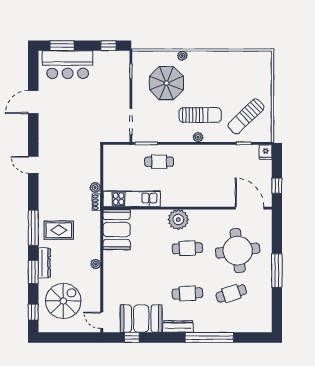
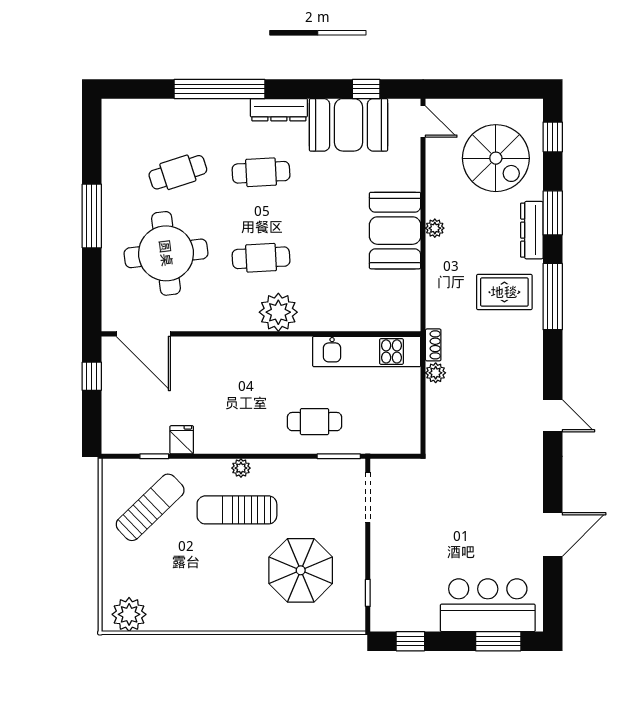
plant: (182, 56) -> (129, 614), moved, width x1.88, depth x1.88
fridge: (266, 152) -> (182, 440), moved
booth: (117, 230) -> (395, 231), moved
spiral stairs: (63, 301) -> (496, 158), turned -90

